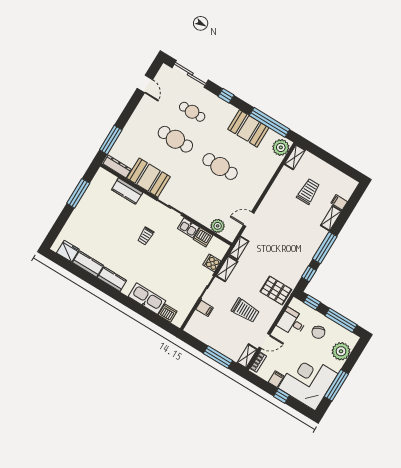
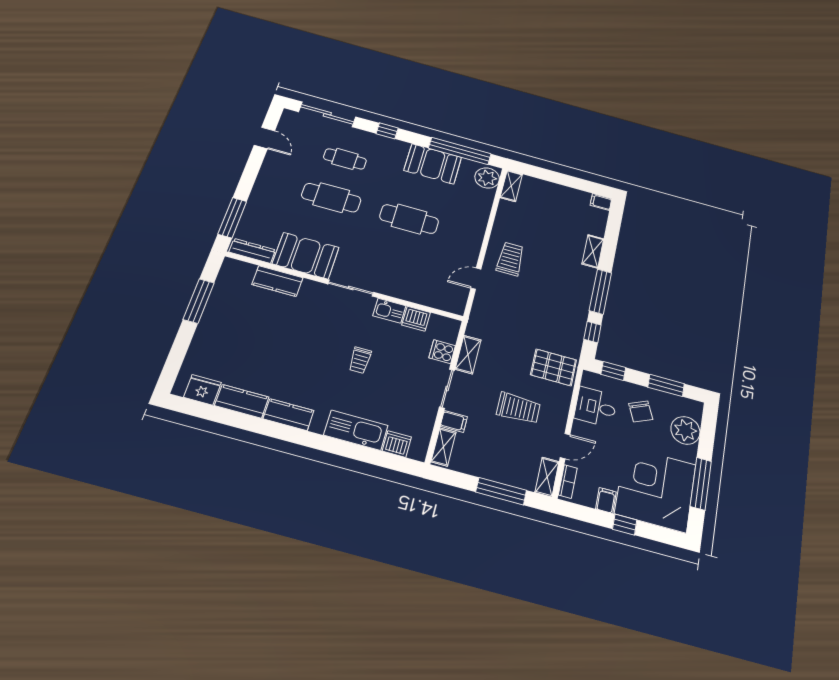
trolley: (308, 191) -> (510, 259), moved
filing cabinet: (339, 202) -> (601, 202), moved
plant: (218, 226) -> (433, 298), removed
trolley: (146, 236) -> (360, 360), moved
shelving: (239, 248) -> (444, 447), moved
window: (341, 320) -> (666, 385), width x0.69

